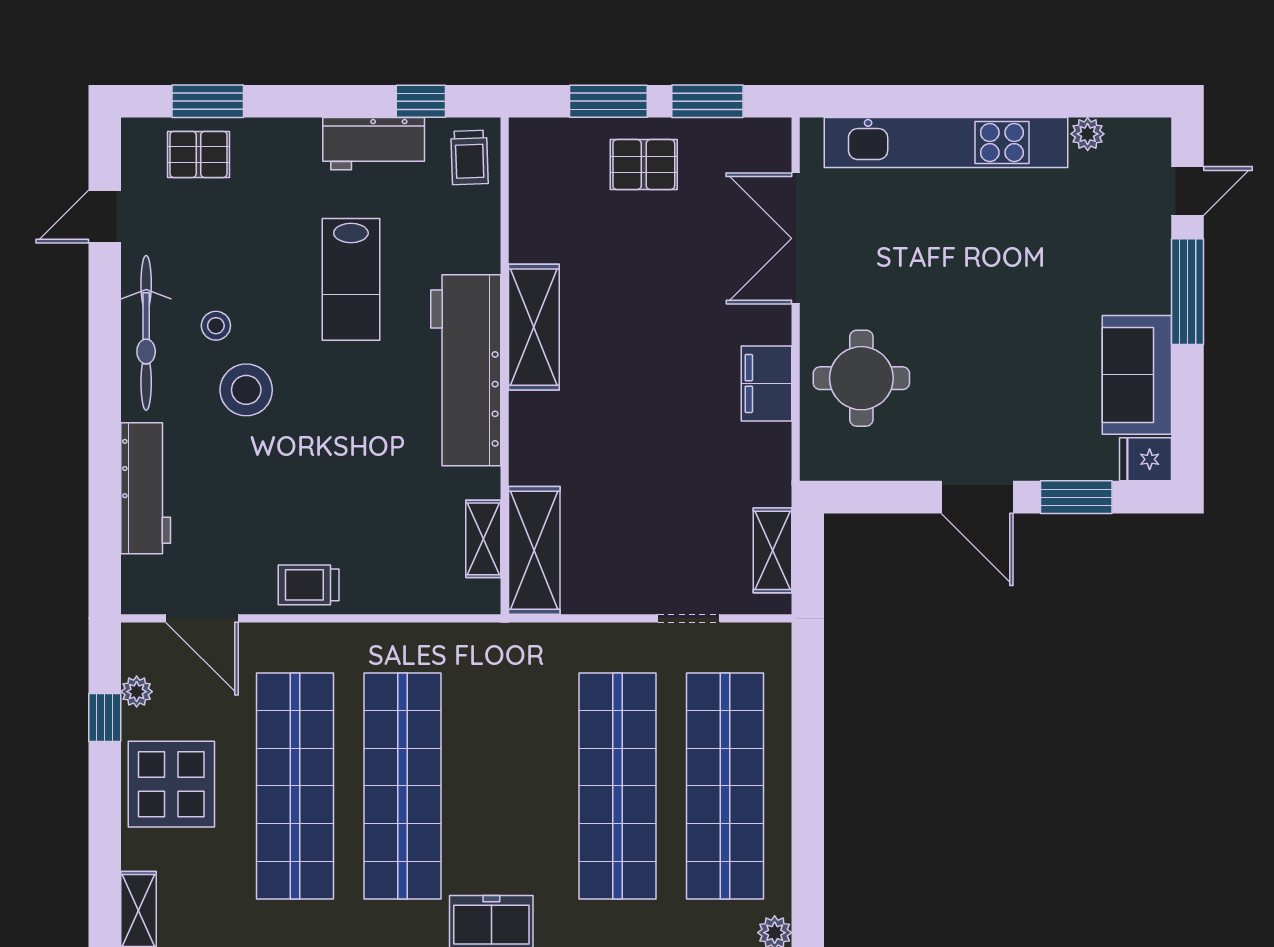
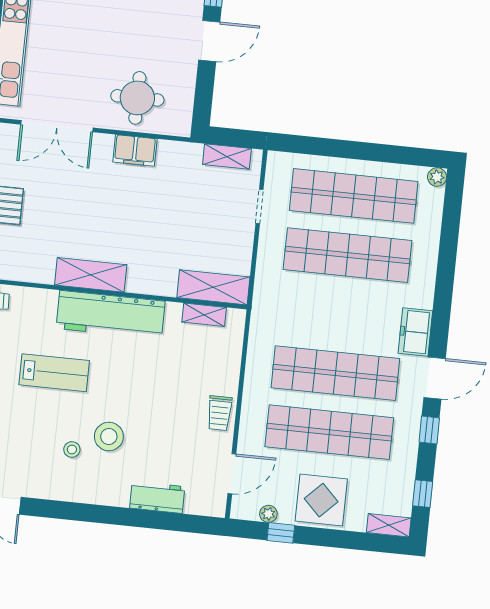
bicycle: (146, 333) -> (72, 488), removed
workbench: (146, 488) -> (157, 497), width x0.73

